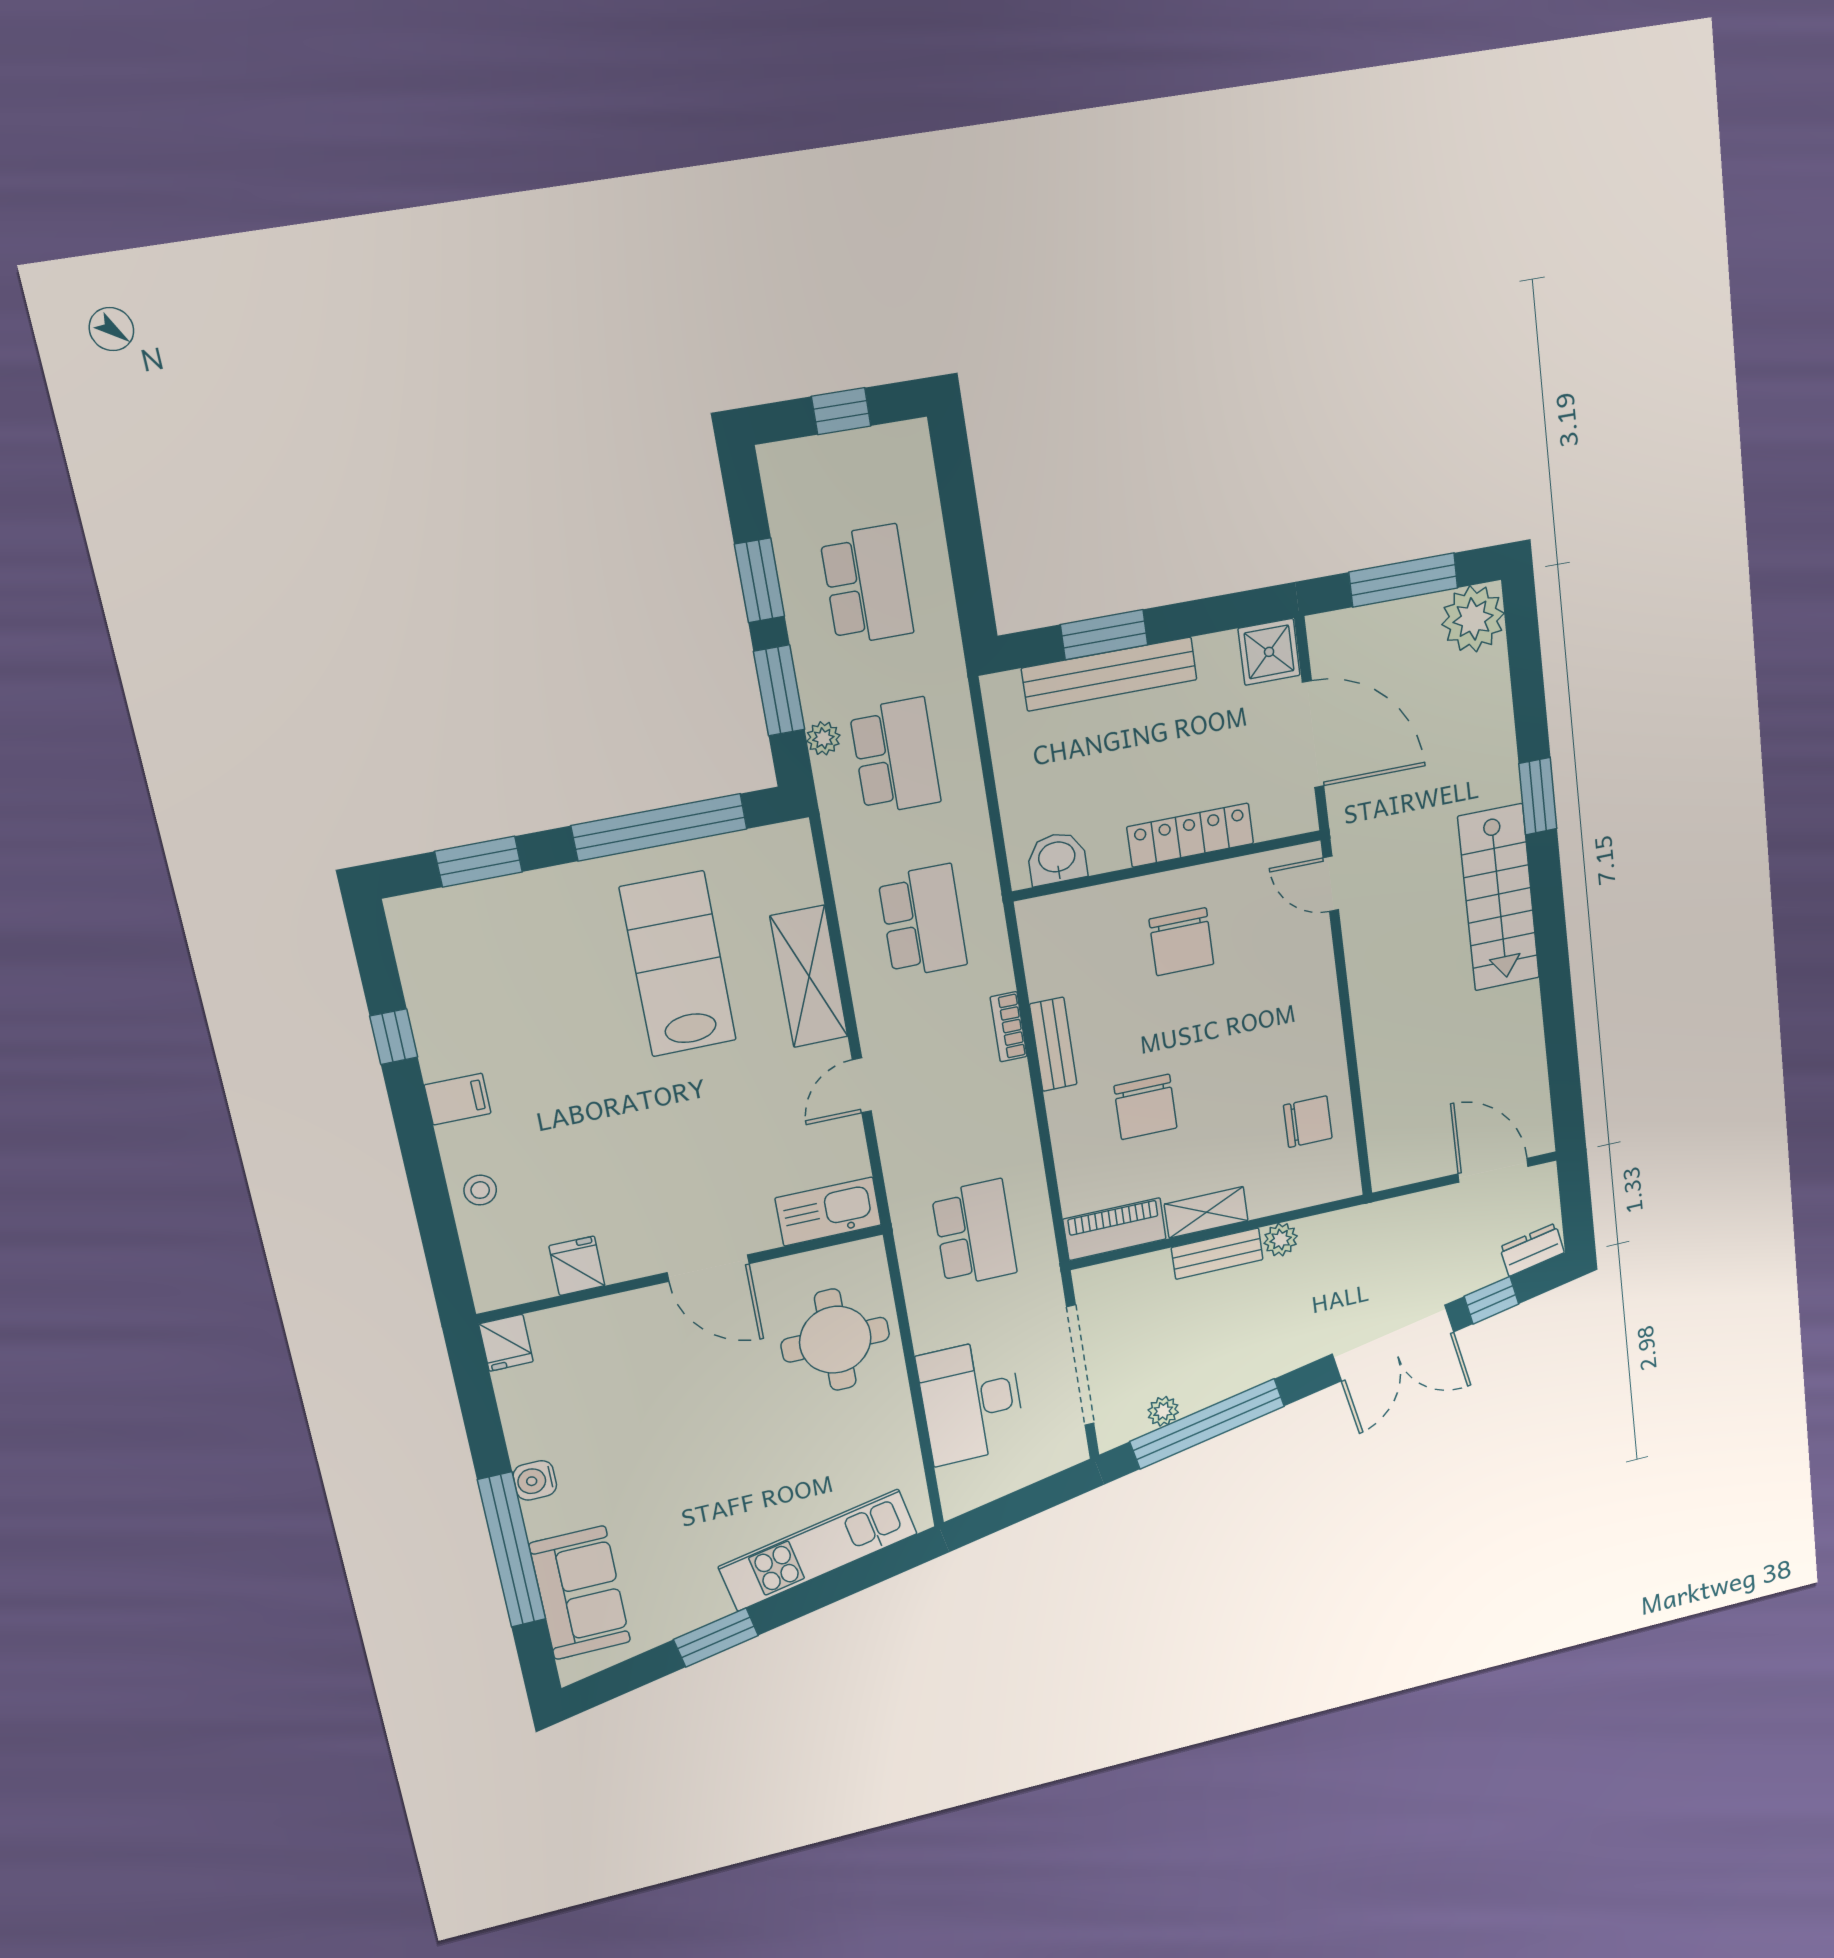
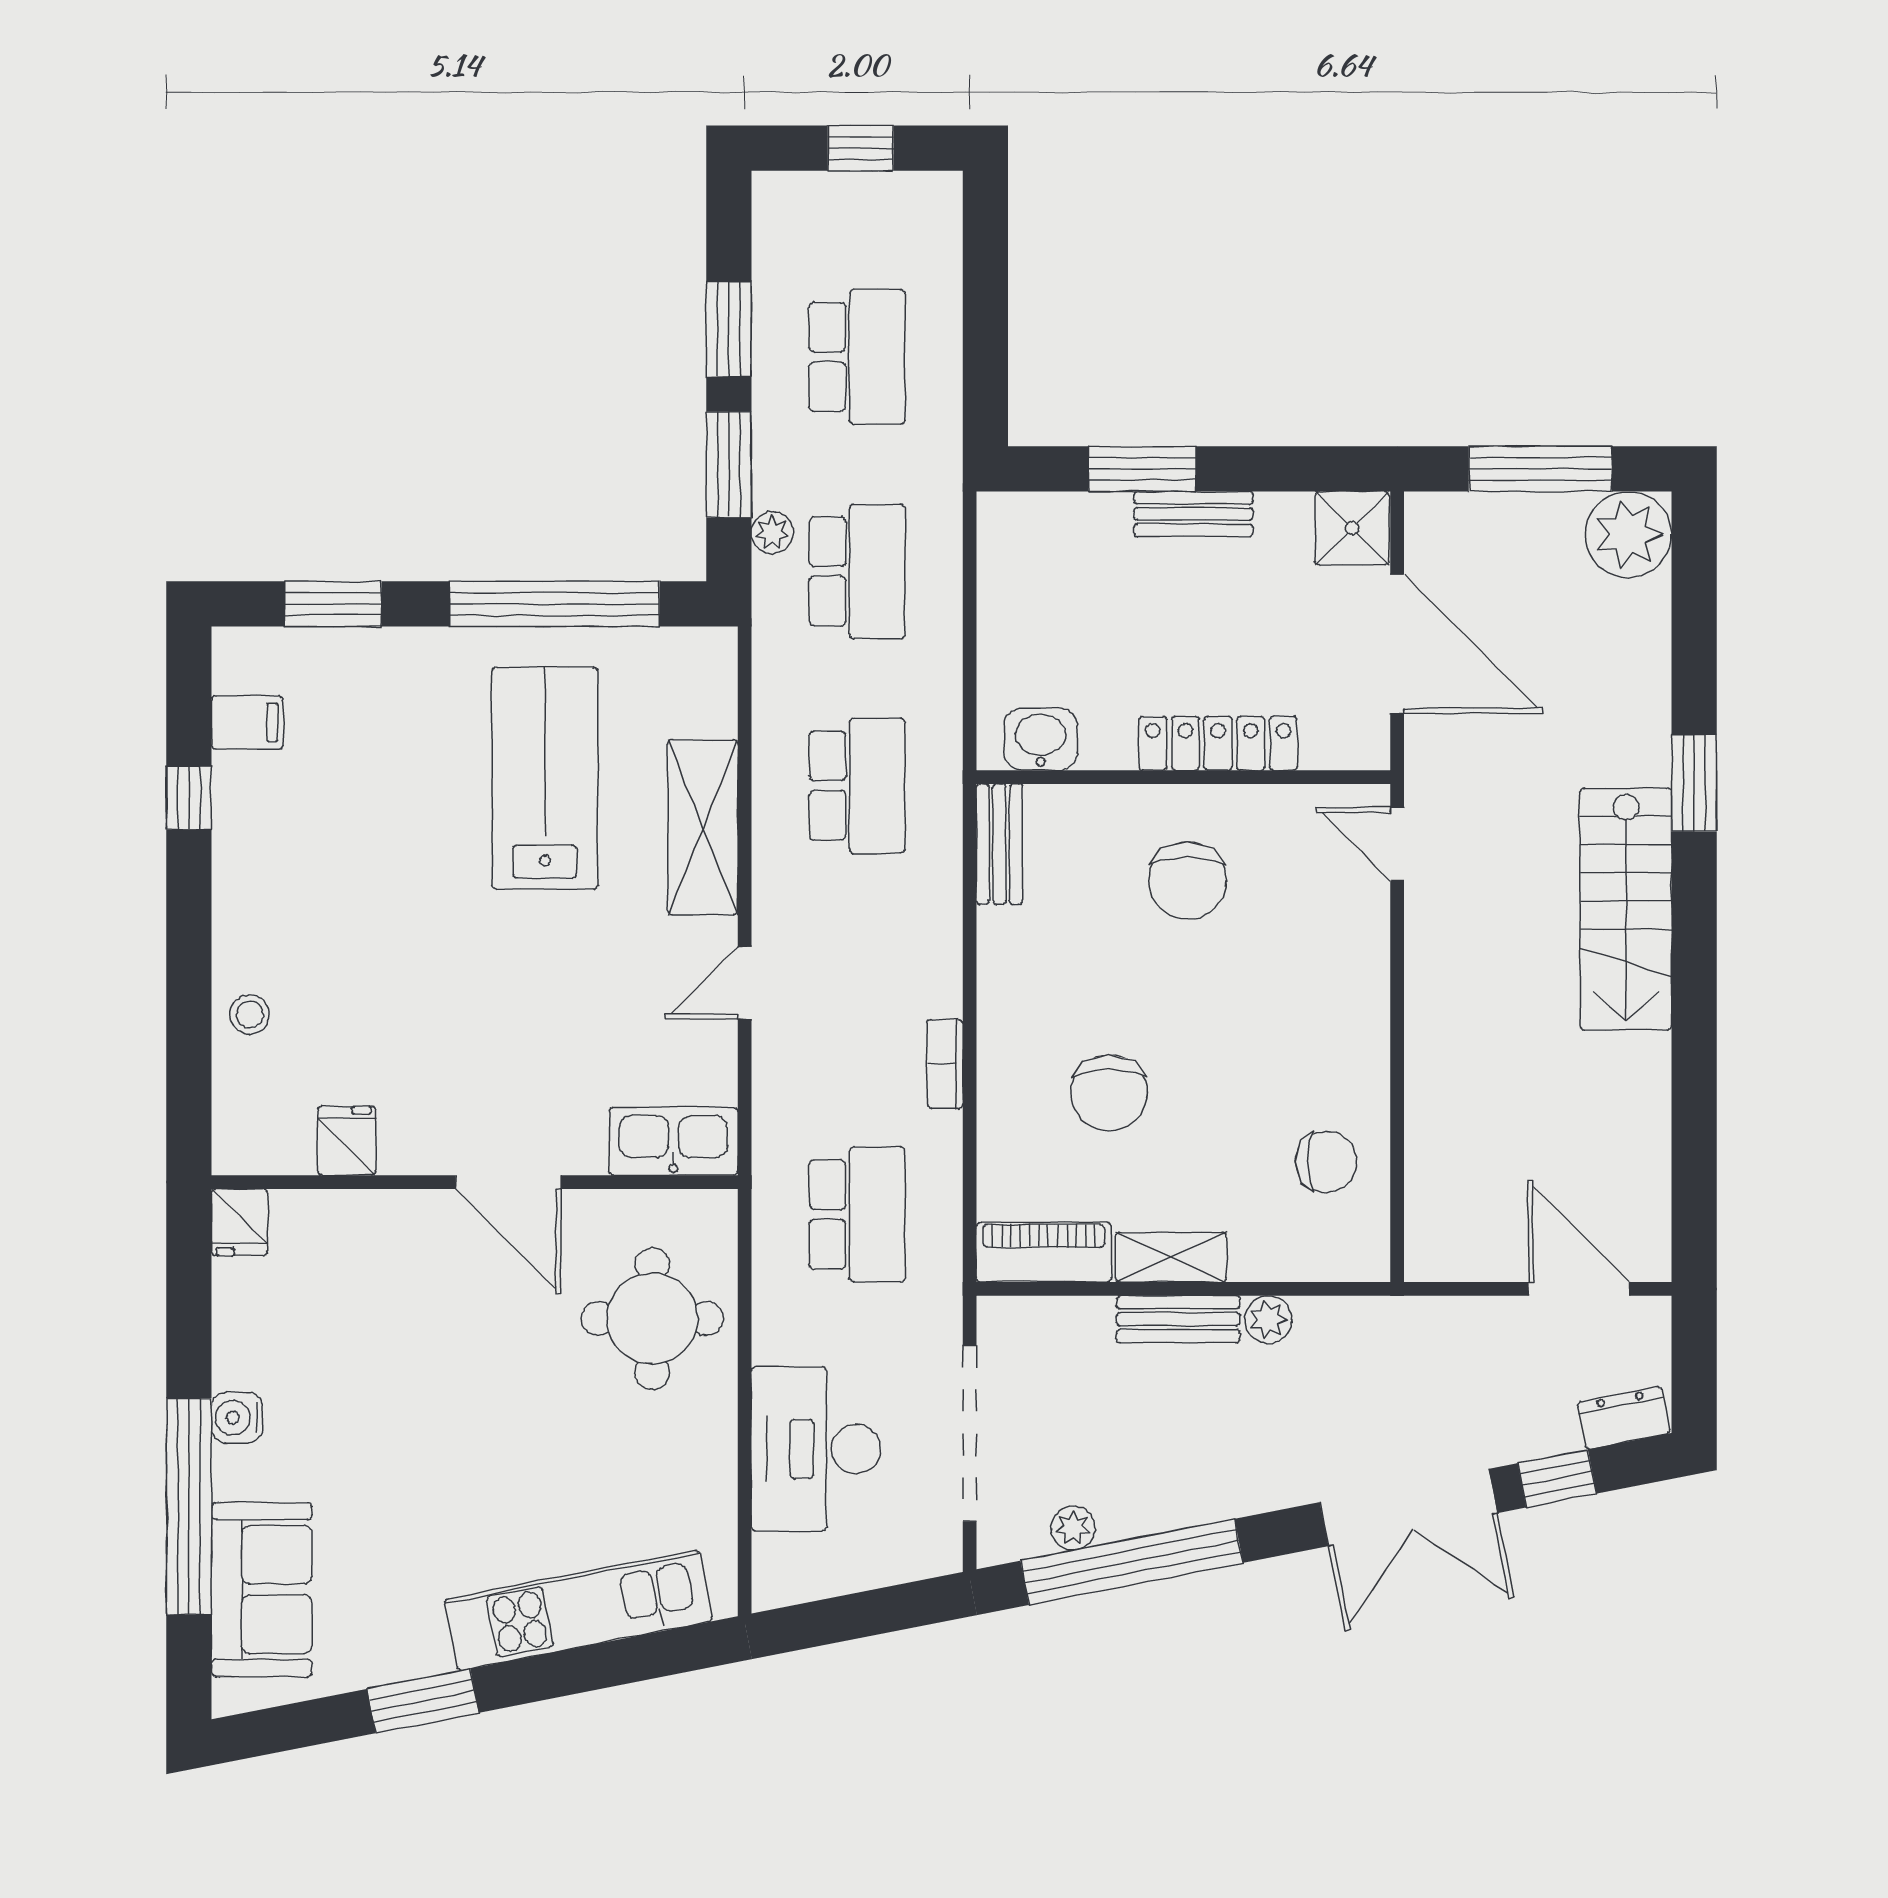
bench: (1110, 674) -> (1193, 514), width x0.54, depth x0.82
bookcase: (1009, 1027) -> (945, 1064), moved
bench: (1053, 1044) -> (999, 844), moved
filing cabinet: (458, 1099) -> (247, 722), moved

